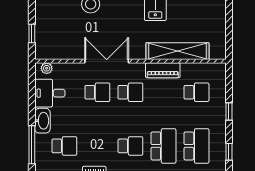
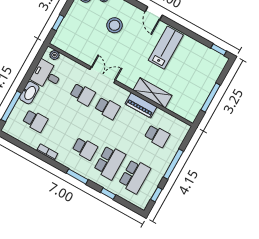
window: (229, 23) -> (211, 97), added
shelving: (177, 51) -> (152, 93), width x0.68
double door: (107, 61) -> (103, 75), width x0.73
window: (229, 112) -> (173, 164), width x2.17

